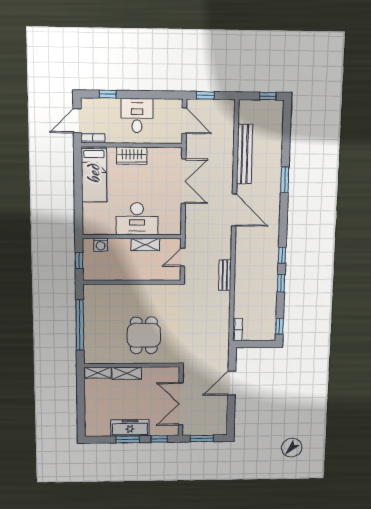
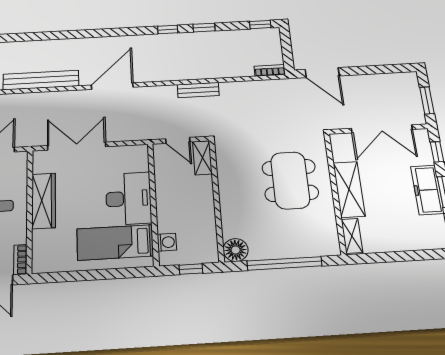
wardrobe: (132, 156) -> (44, 201), width x1.50
bed: (94, 174) -> (115, 242), moved, turned 180
window: (285, 180) -> (72, 35), removed
shelving: (145, 245) -> (202, 158), moved
floor lamp: (92, 292) -> (236, 250), added
dining table: (144, 335) -> (290, 180), width x1.38
shelving: (127, 373) -> (349, 189), width x1.50, depth x1.33
door: (232, 383) -> (322, 73), moved

